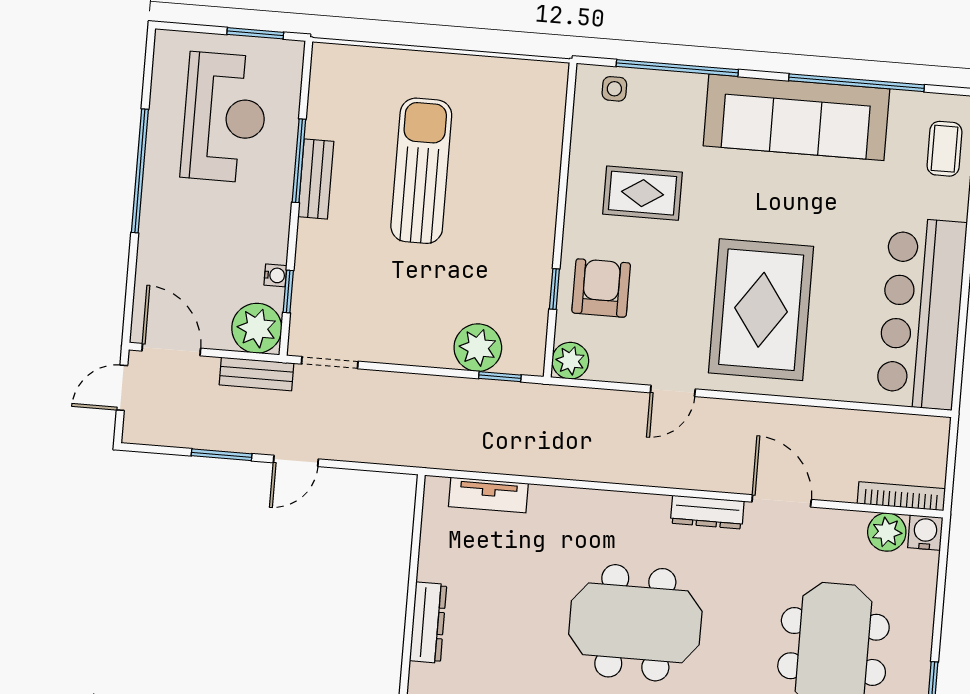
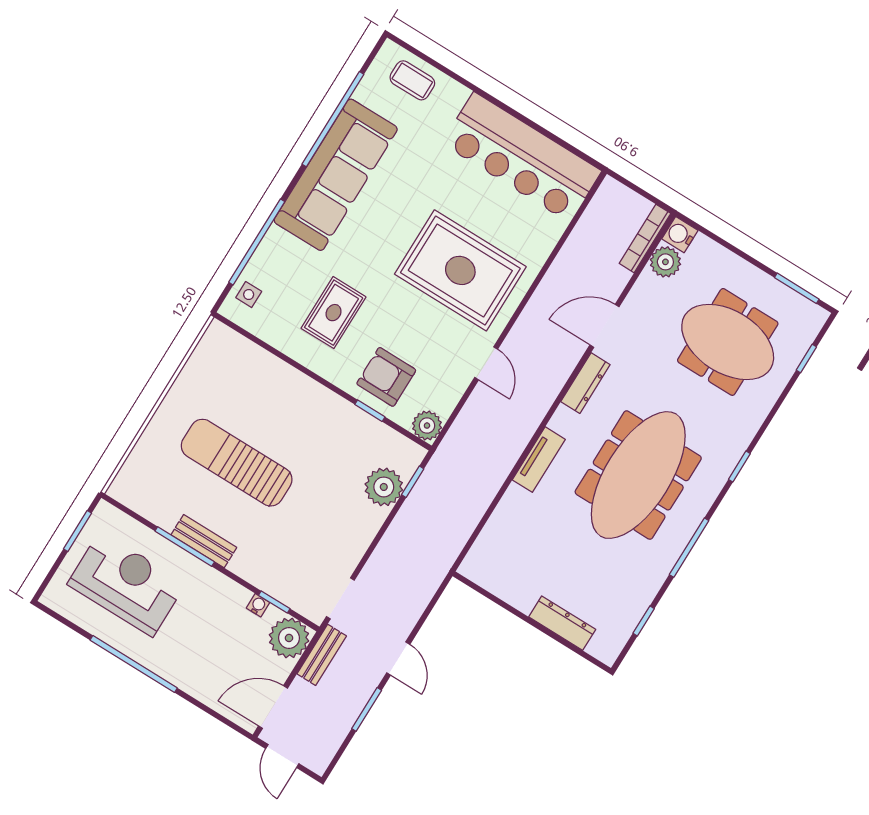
tv unit: (488, 495) -> (539, 460), moved
meeting table: (635, 623) -> (638, 475), width x1.36

